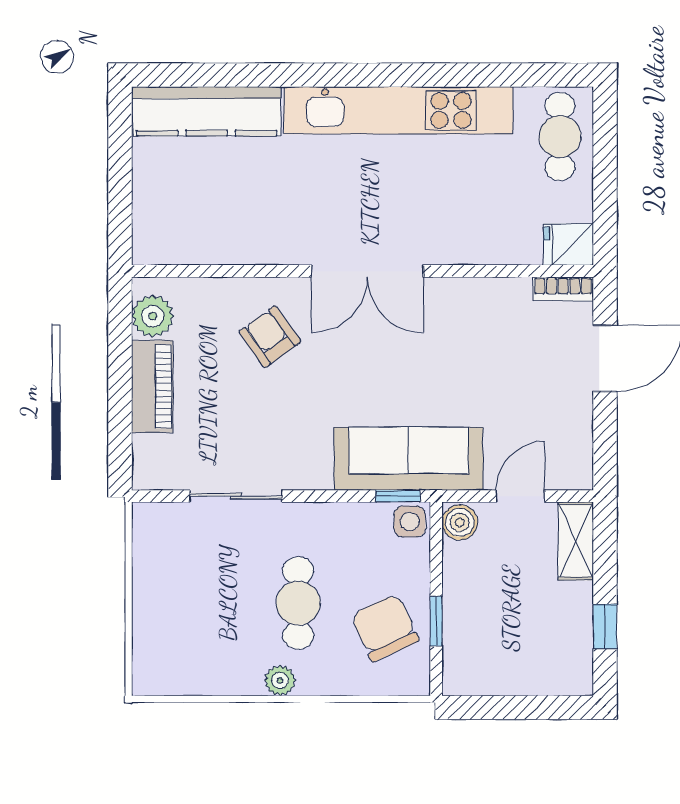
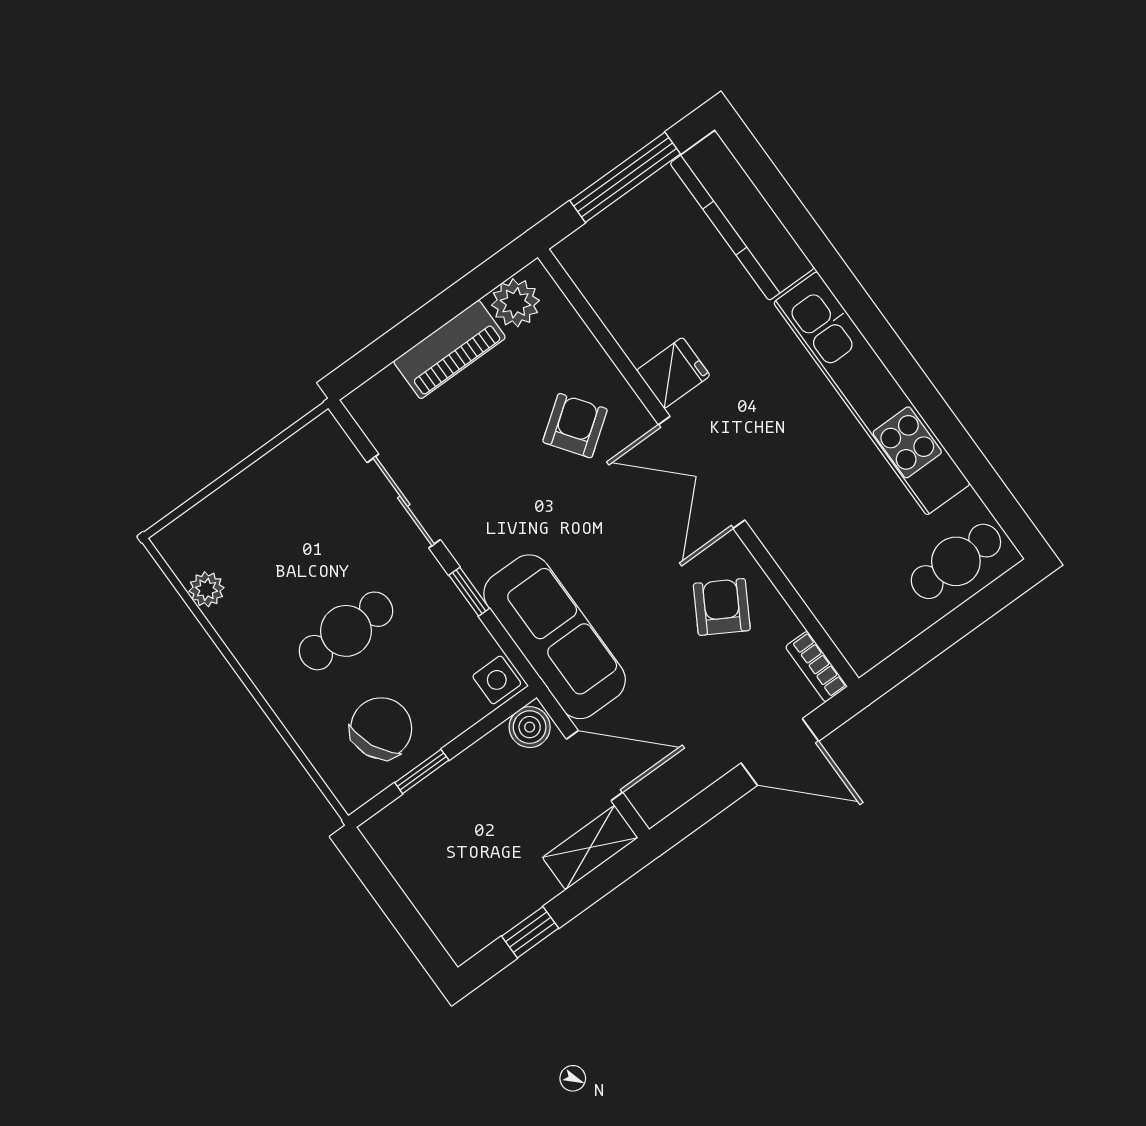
window: (120, 175) -> (625, 177), added
fridge: (568, 244) -> (673, 373), moved, turned 90
armchair: (473, 325) -> (722, 607), added
window: (398, 496) -> (469, 592), moved
door: (520, 496) -> (595, 766), width x1.37
plant: (280, 680) -> (206, 589), moved

